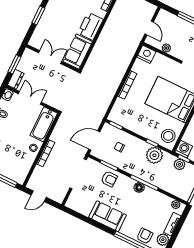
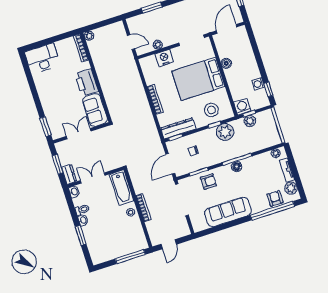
window: (38, 15) -> (45, 127), moved
nightstand: (146, 54) -> (164, 58), moved
dresser: (124, 121) -> (178, 128), added
stool: (168, 136) -> (211, 110), moved
sofa: (107, 216) -> (228, 212), width x1.36

